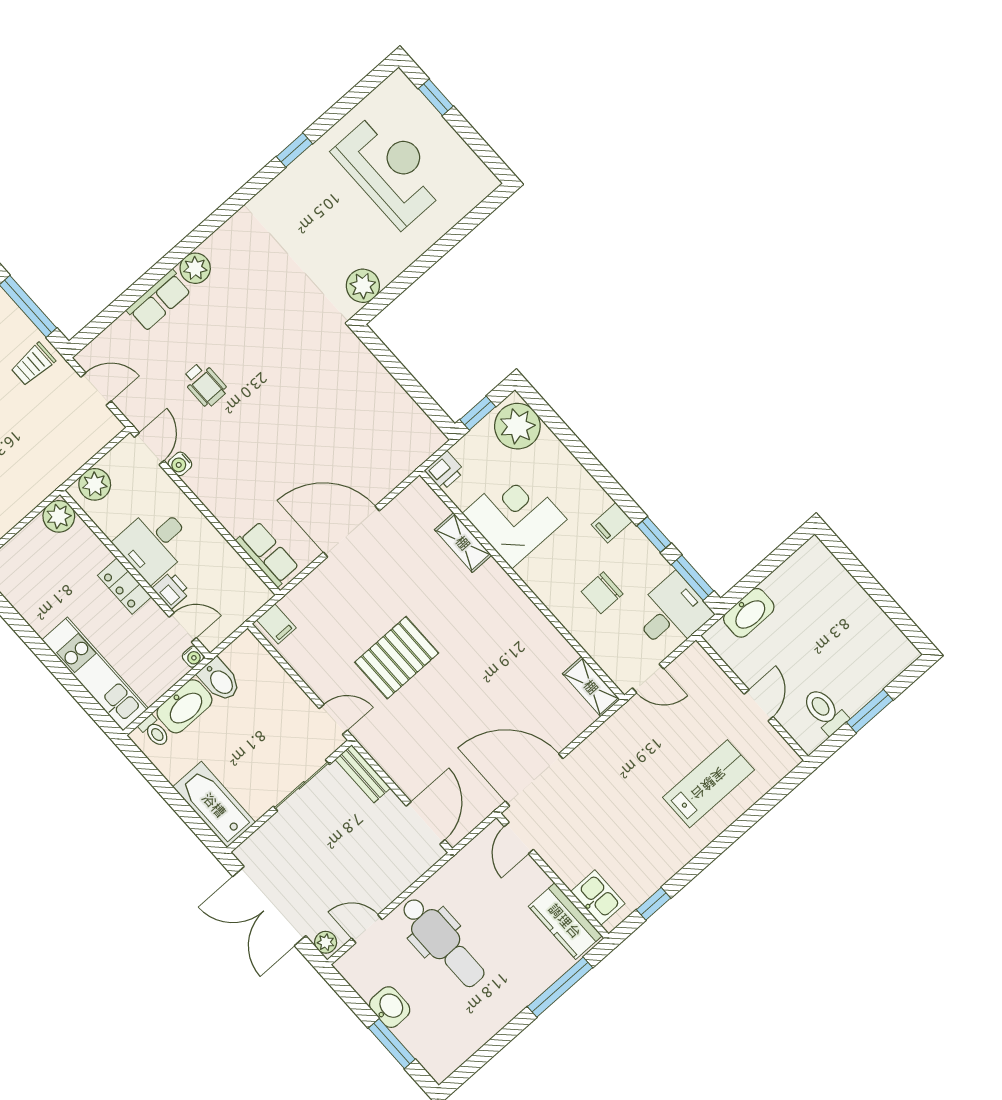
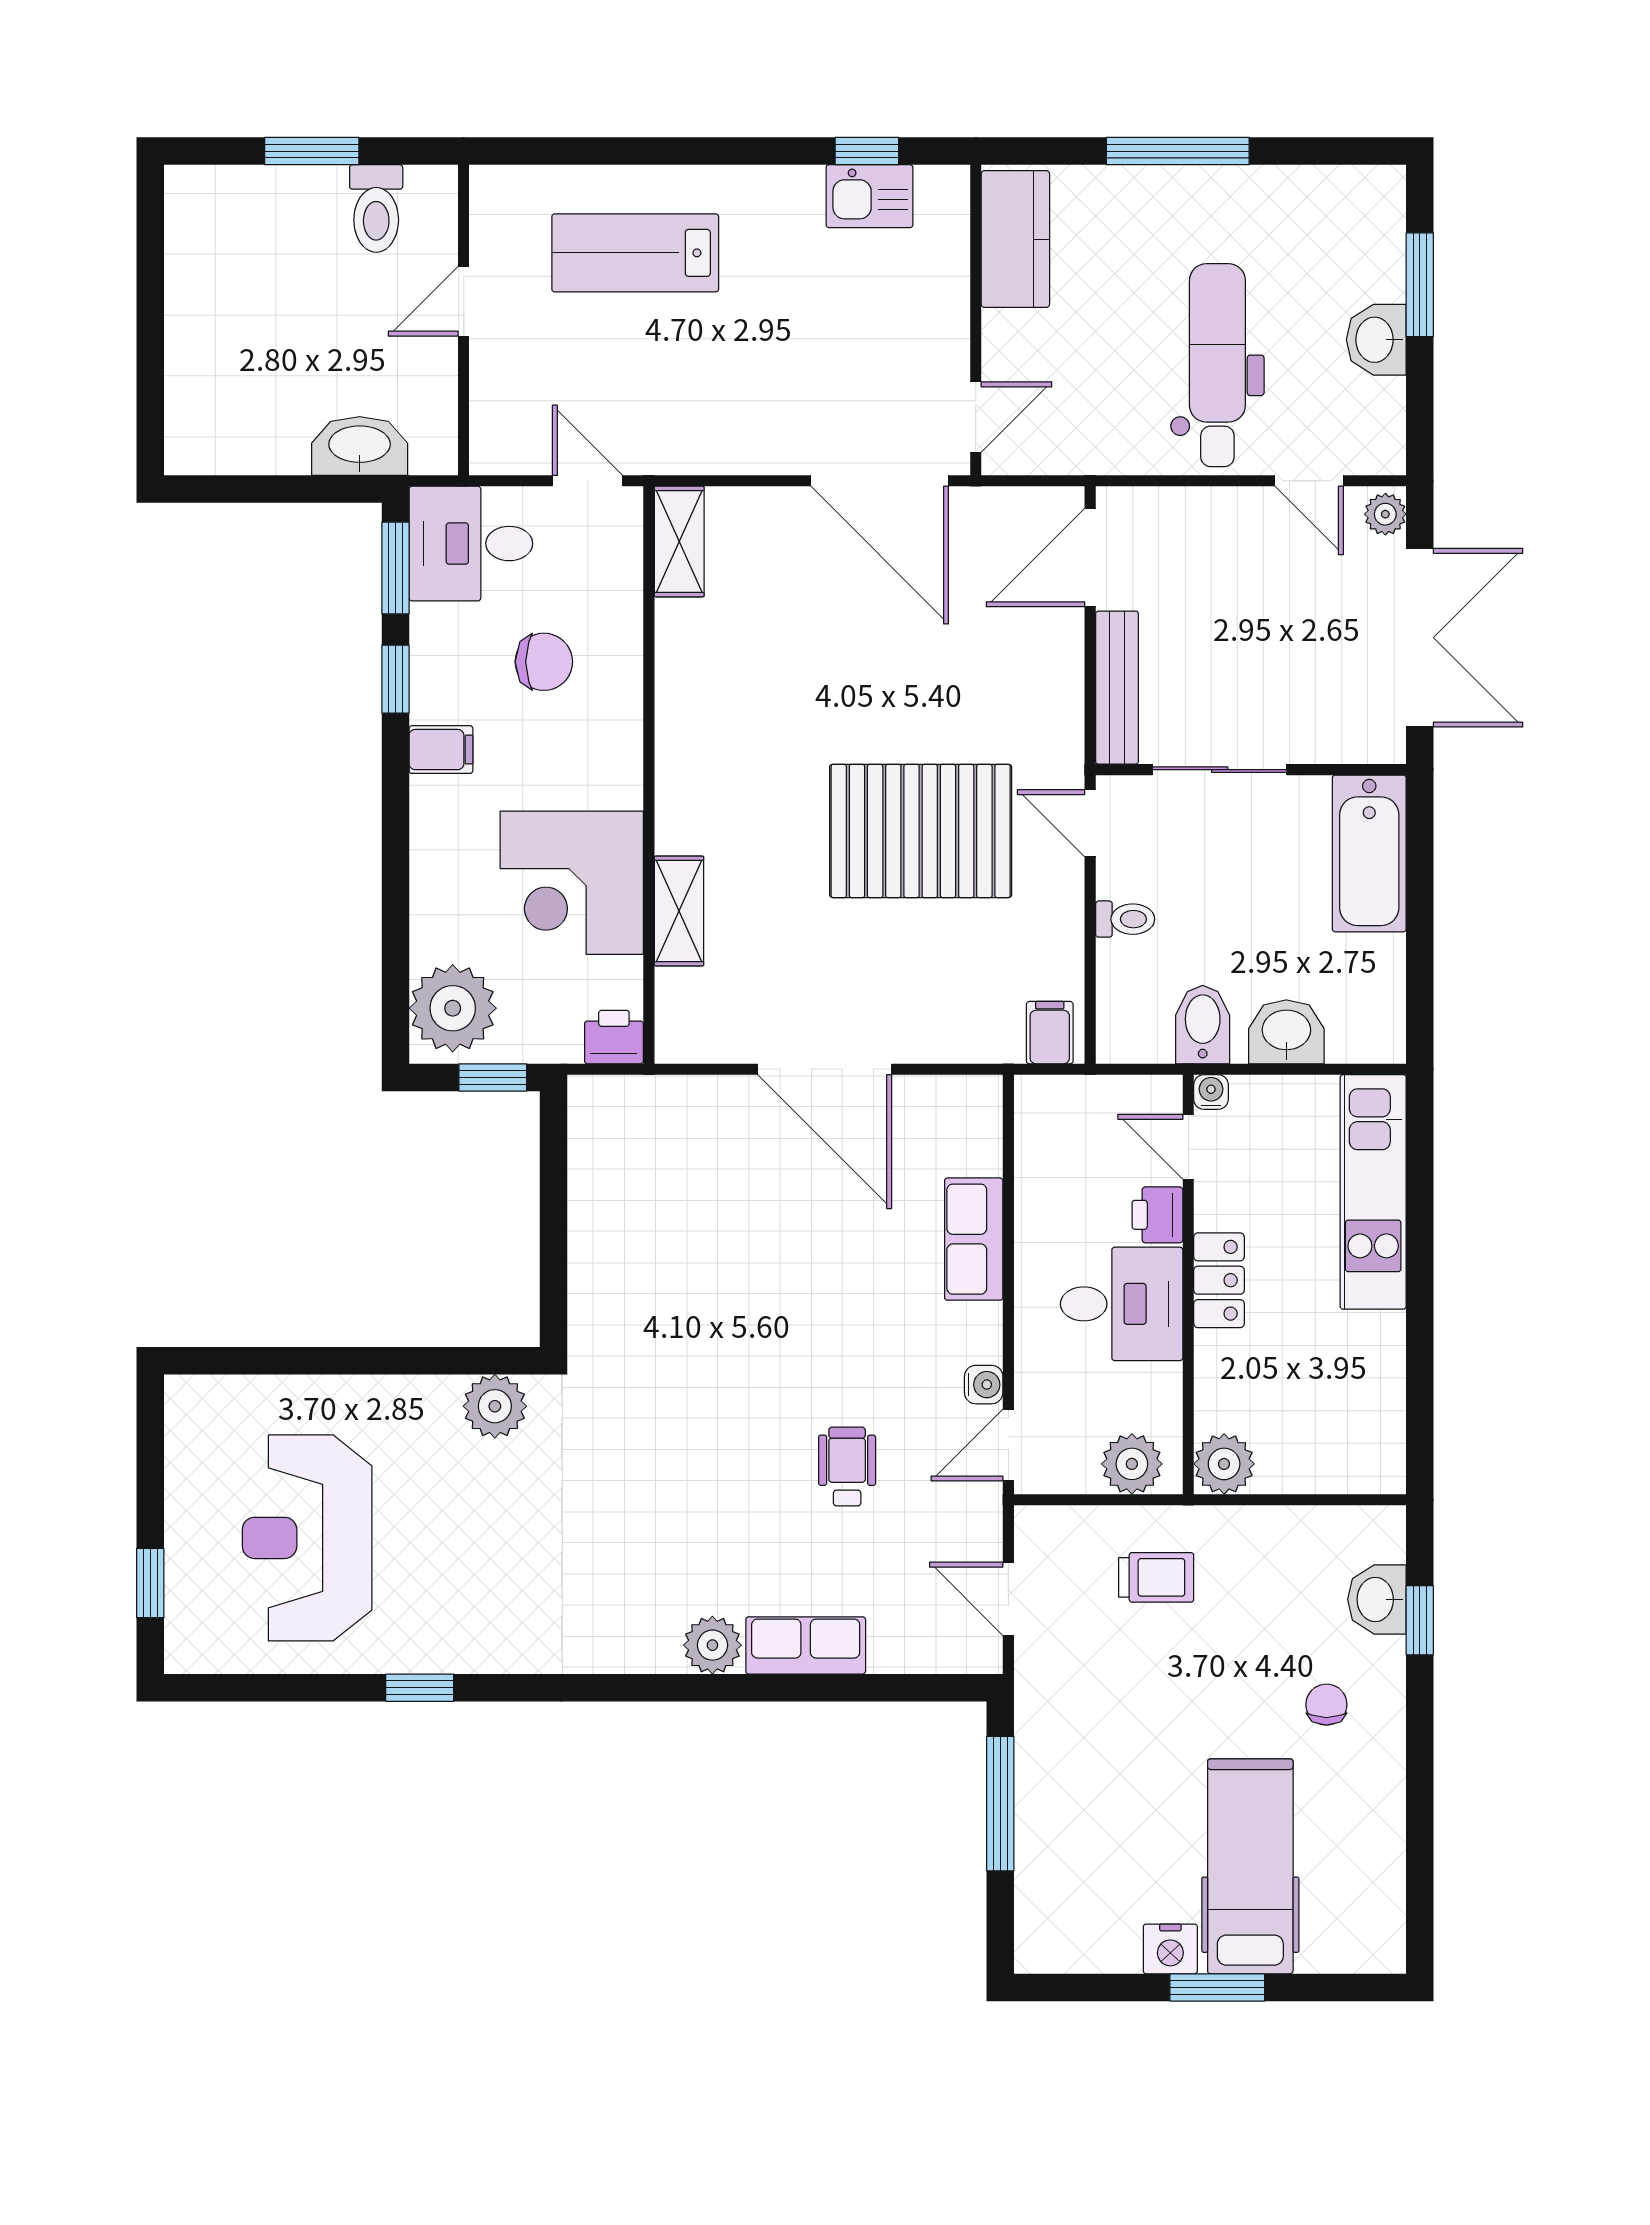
trolley: (33, 364) -> (1156, 1577), moved
row of seats: (267, 554) -> (974, 1239), moved
pallet: (397, 658) -> (921, 831), width x1.37, depth x1.41
washbasin: (184, 706) -> (1286, 1032), width x0.72
toilet: (154, 731) -> (1125, 919), moved, turned 90
bench: (363, 774) -> (1117, 688), width x1.36
kitchen sink: (598, 898) -> (869, 196), moved, turned -90
window: (560, 987) -> (1178, 151), moved

